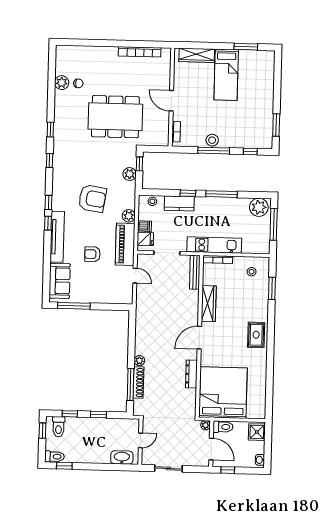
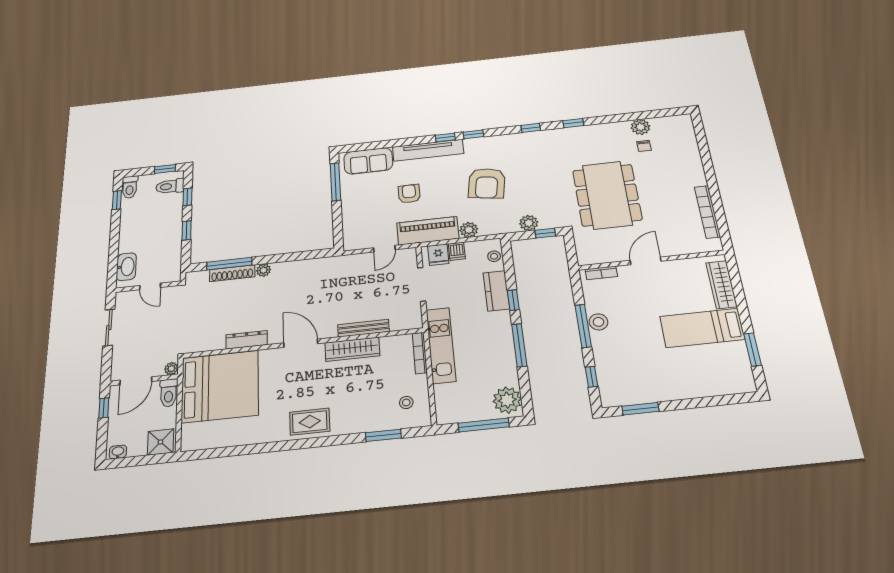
bench: (195, 272) -> (363, 328), moved

